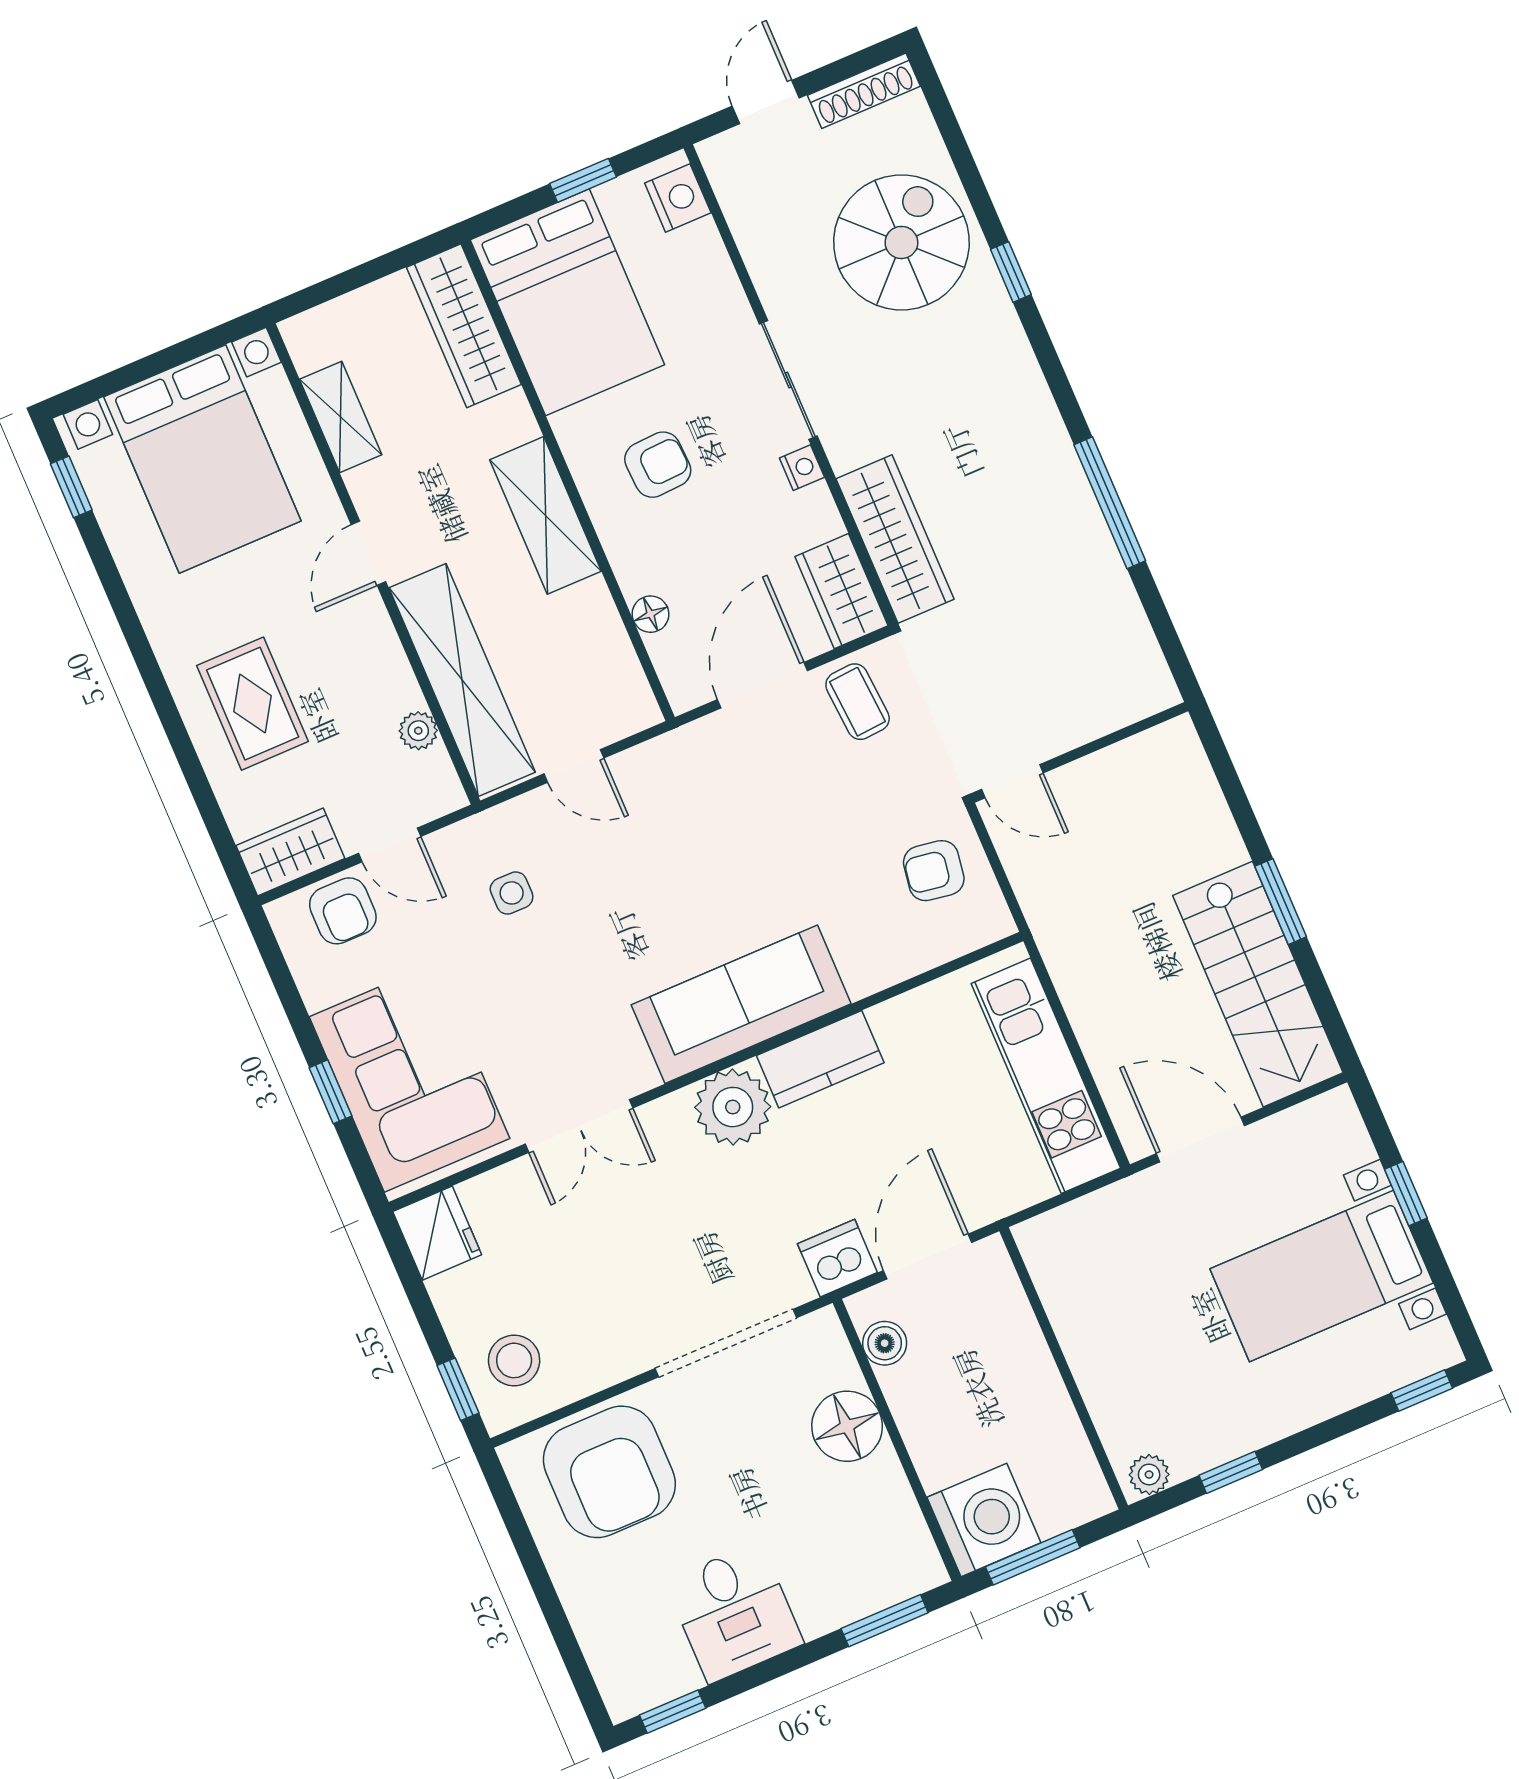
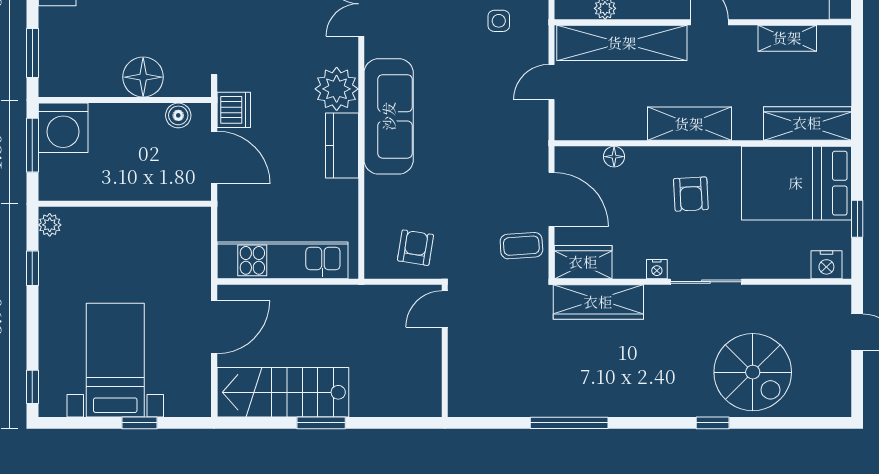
shoe rack: (864, 91) -> (841, 387), removed

